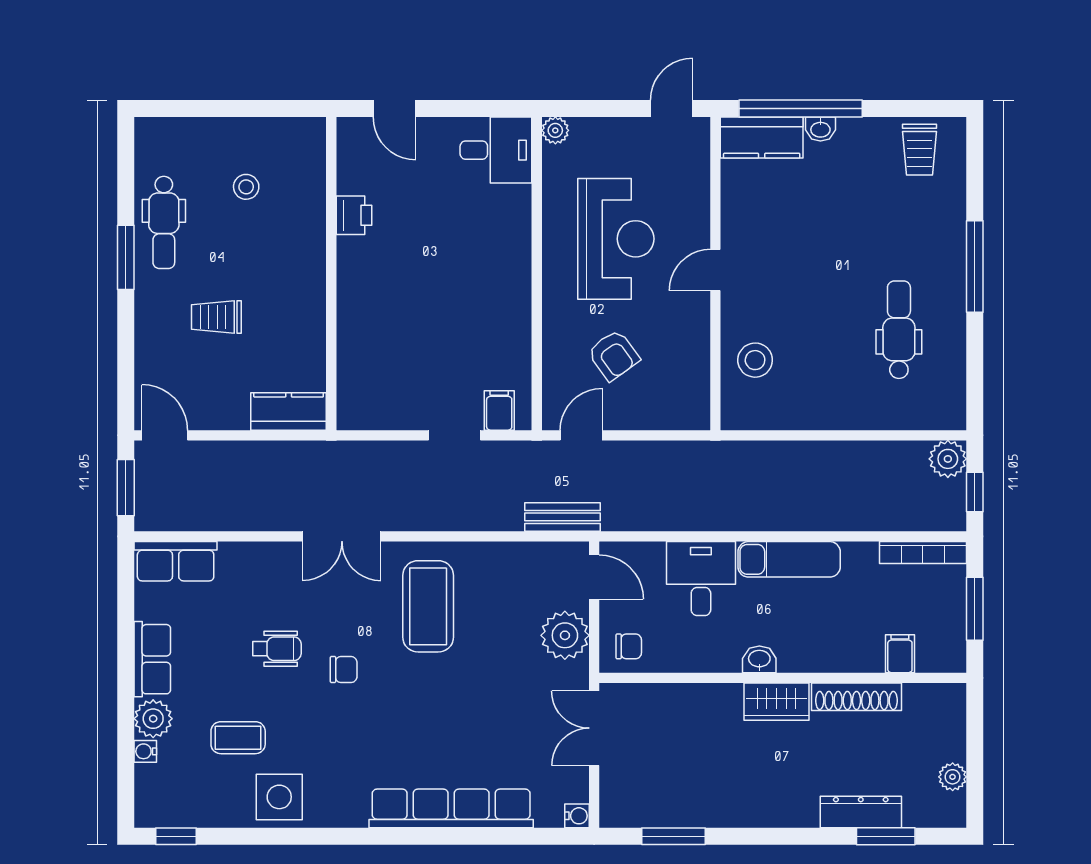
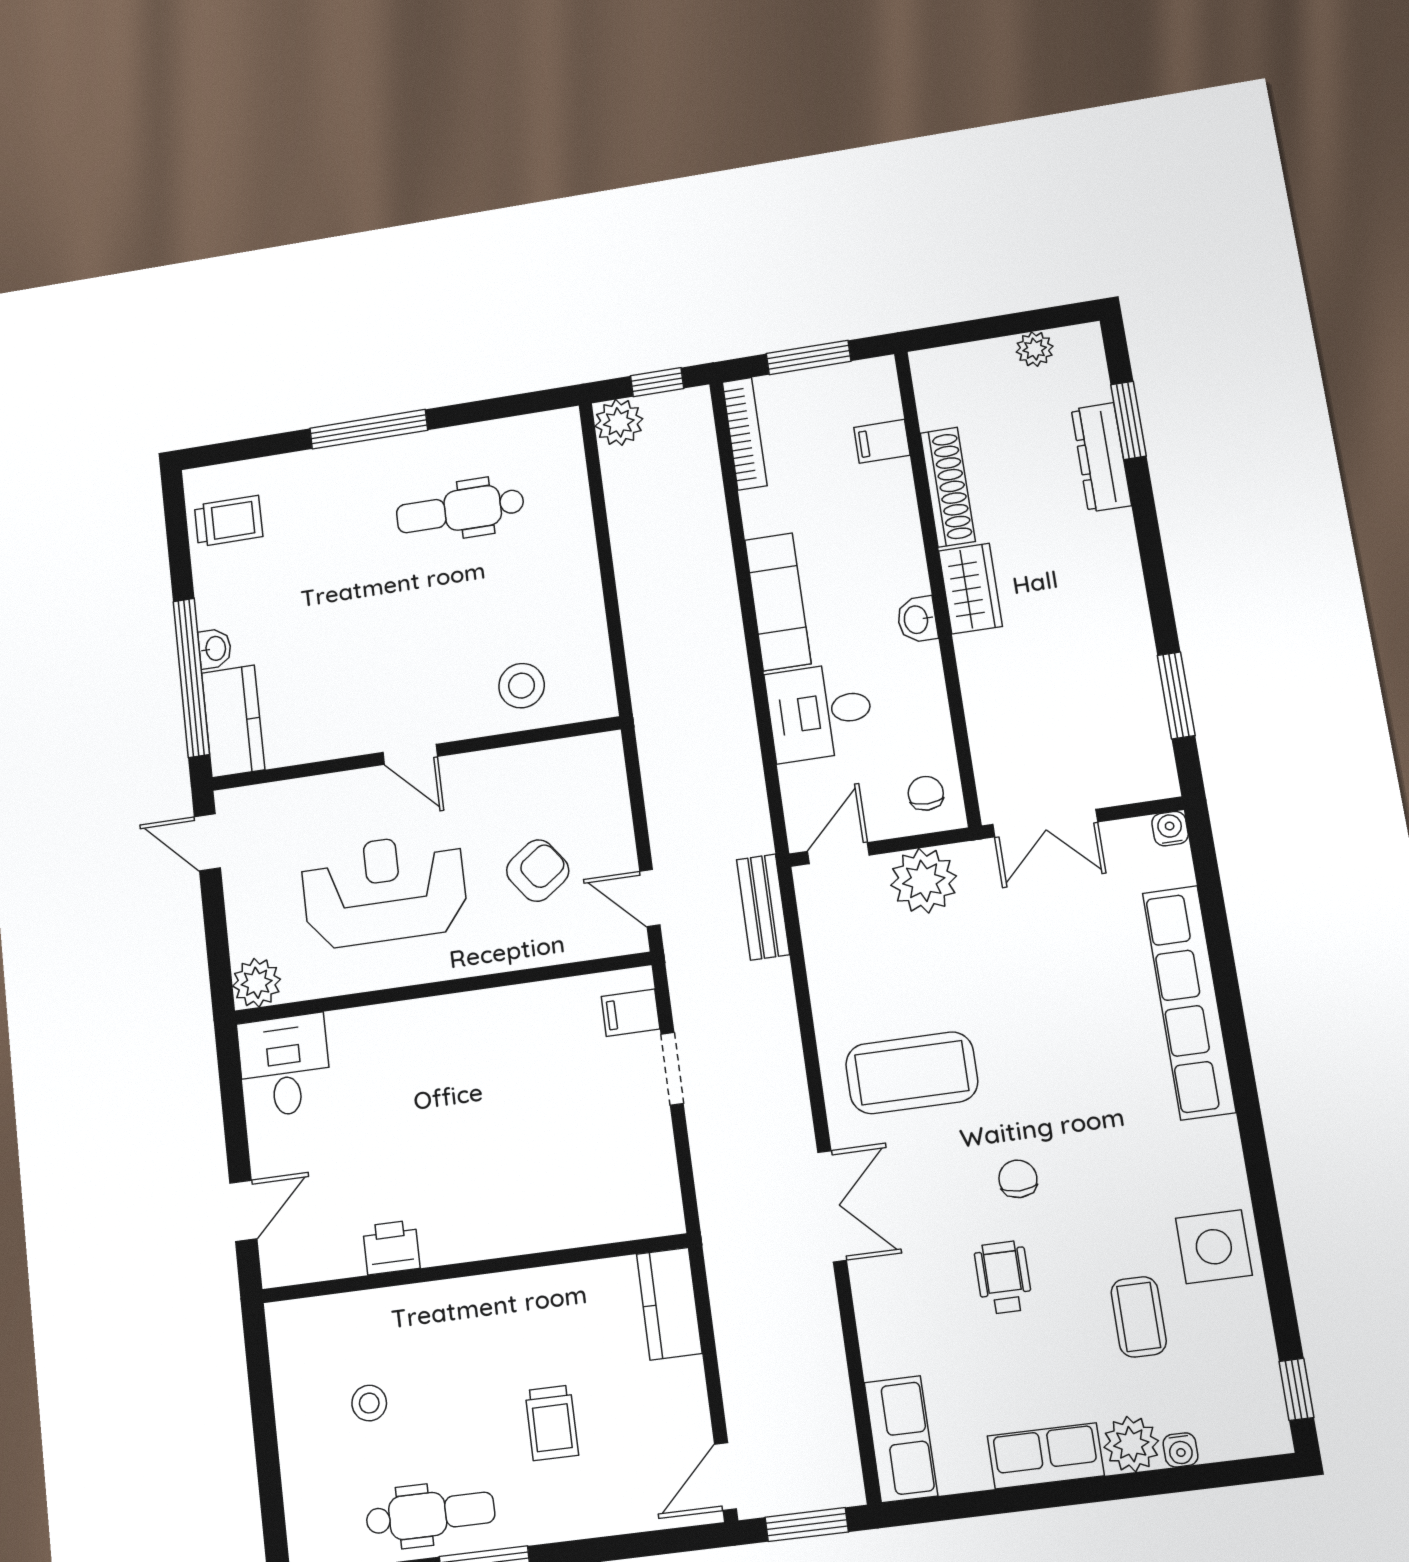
plant: (555, 130) -> (257, 983), width x1.38, depth x1.38

